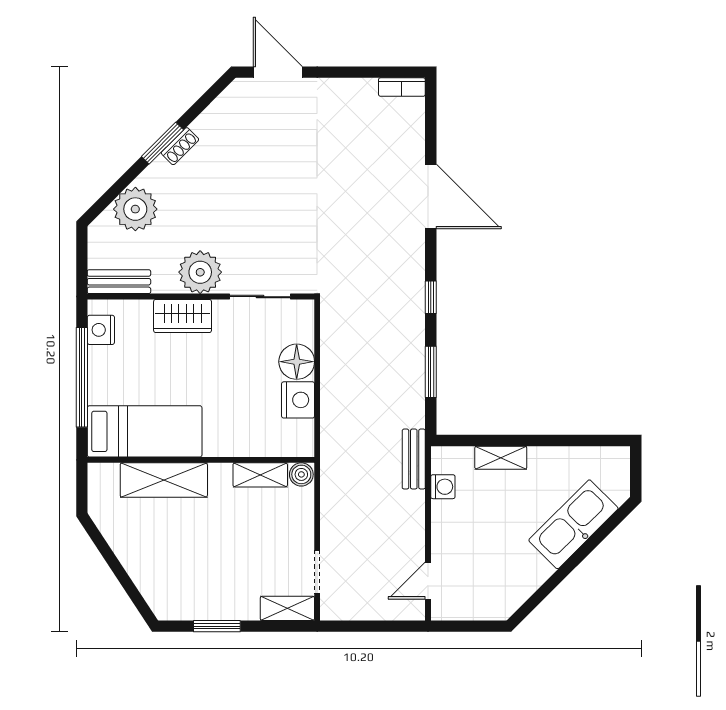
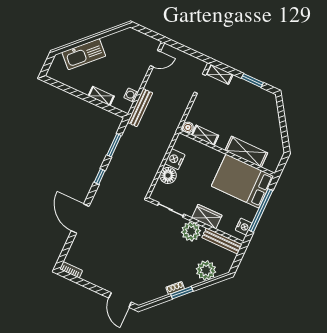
bench: (119, 282) -> (222, 241), width x1.36
bed: (145, 431) -> (242, 181), width x1.50
bench: (414, 459) -> (140, 108), width x1.36

